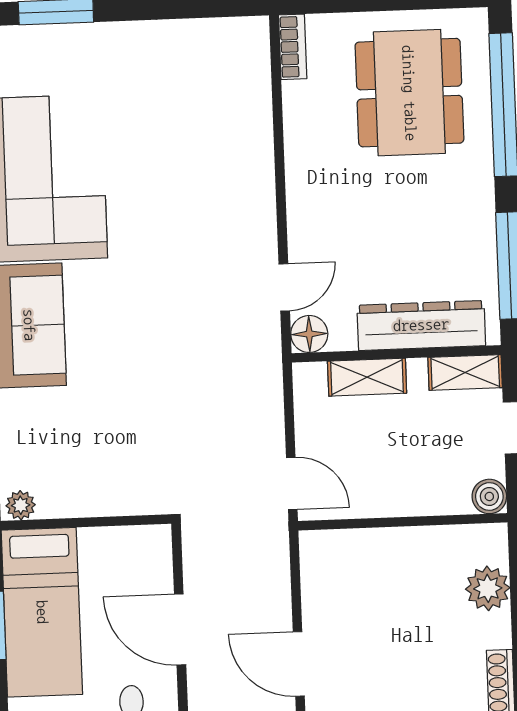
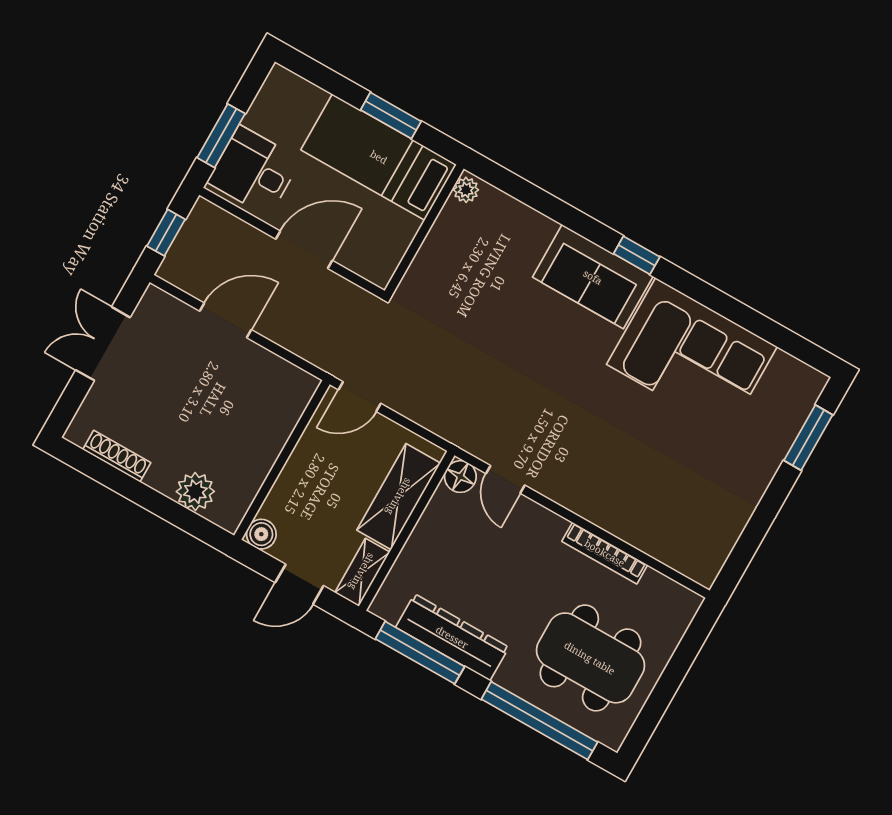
bookcase: (293, 47) -> (605, 553), moved, width x1.56
dresser: (421, 325) -> (452, 637), moved, turned -90
shelving: (367, 377) -> (399, 497), width x1.50, depth x1.33

